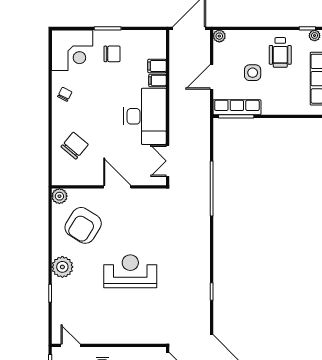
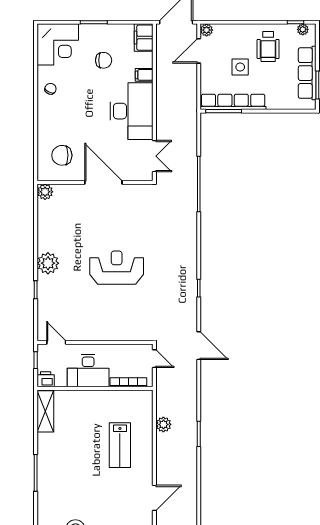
chair: (112, 54) -> (104, 60), moved
filing cabinet: (157, 66) -> (144, 38), moved, width x2.00
door: (212, 77) -> (199, 51), moved
row of seats: (237, 107) -> (233, 102), width x1.36
chair: (75, 146) -> (62, 155), moved, turned -130
double door: (168, 161) -> (154, 156), swing flipped
door: (117, 187) -> (103, 182), width x1.36
armchair: (83, 225) -> (69, 221), removed

